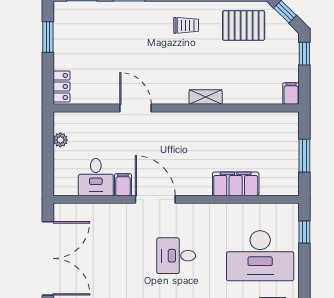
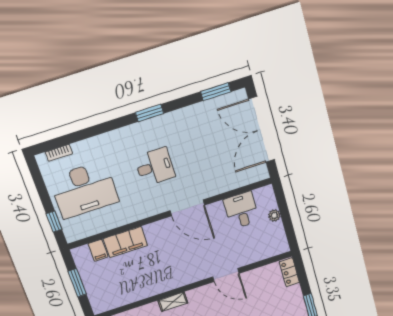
plant: (60, 140) -> (274, 215), moved
filing cabinet: (123, 185) -> (98, 250), moved
desk: (260, 256) -> (84, 190), turned 180

